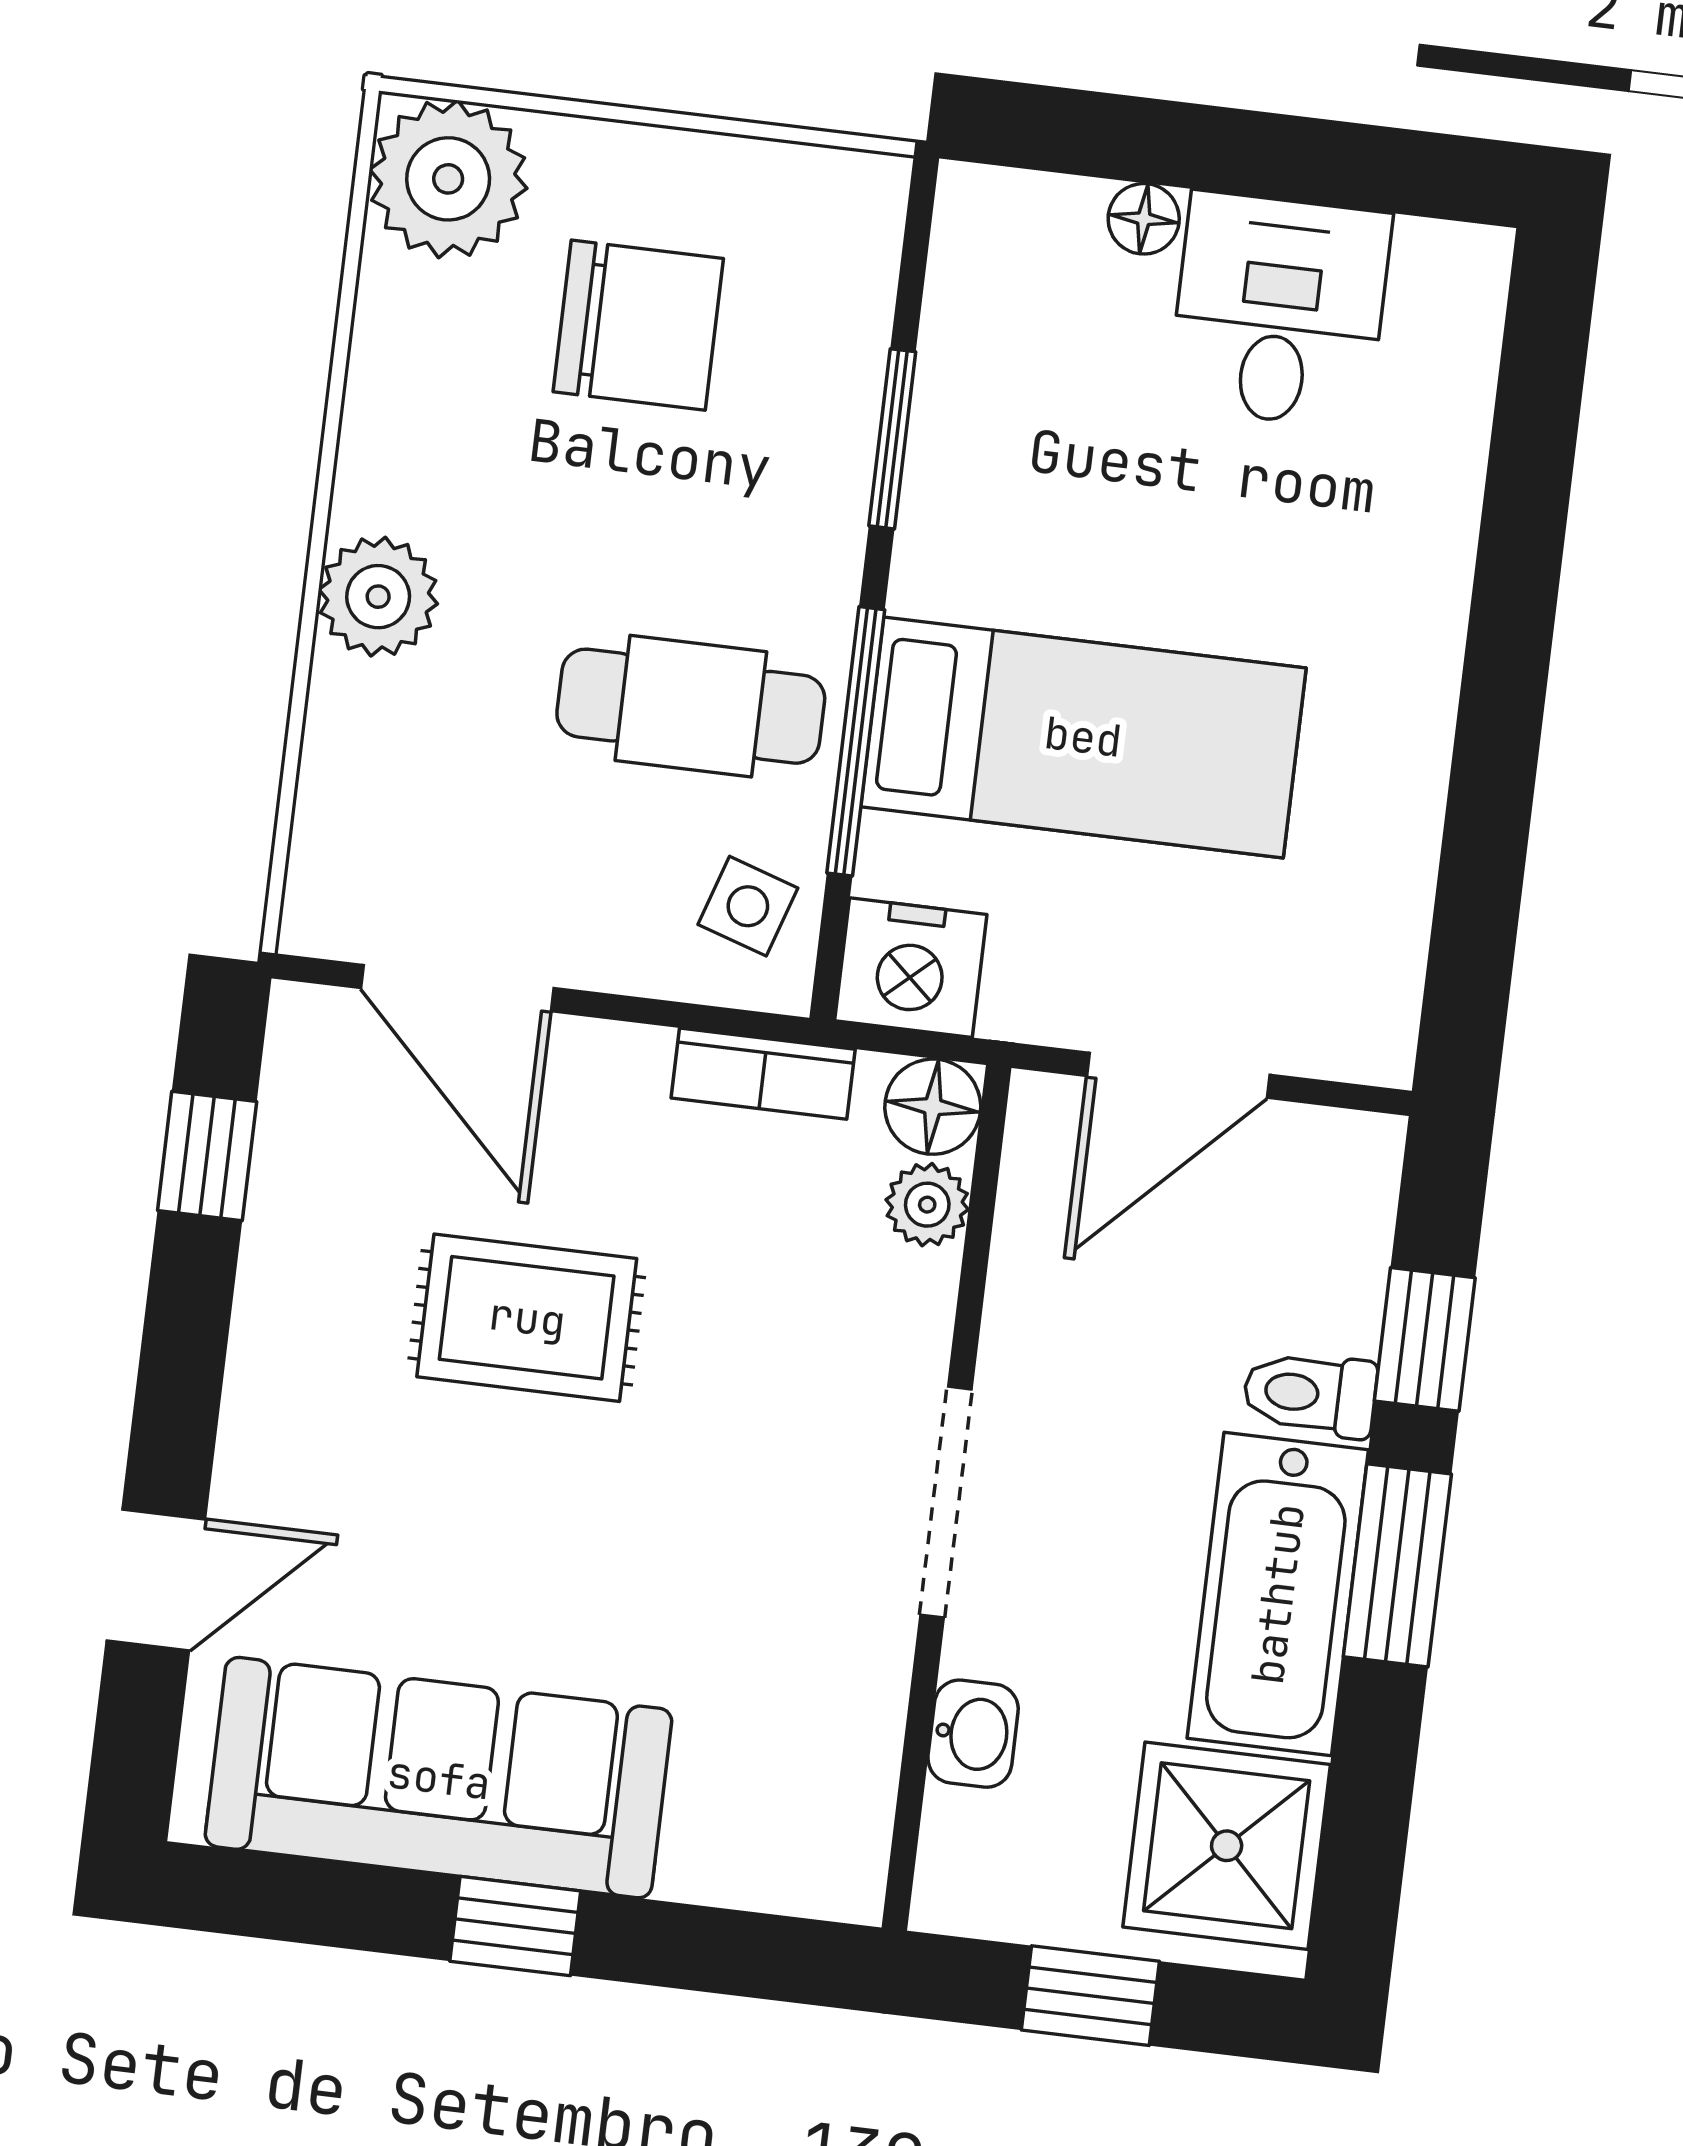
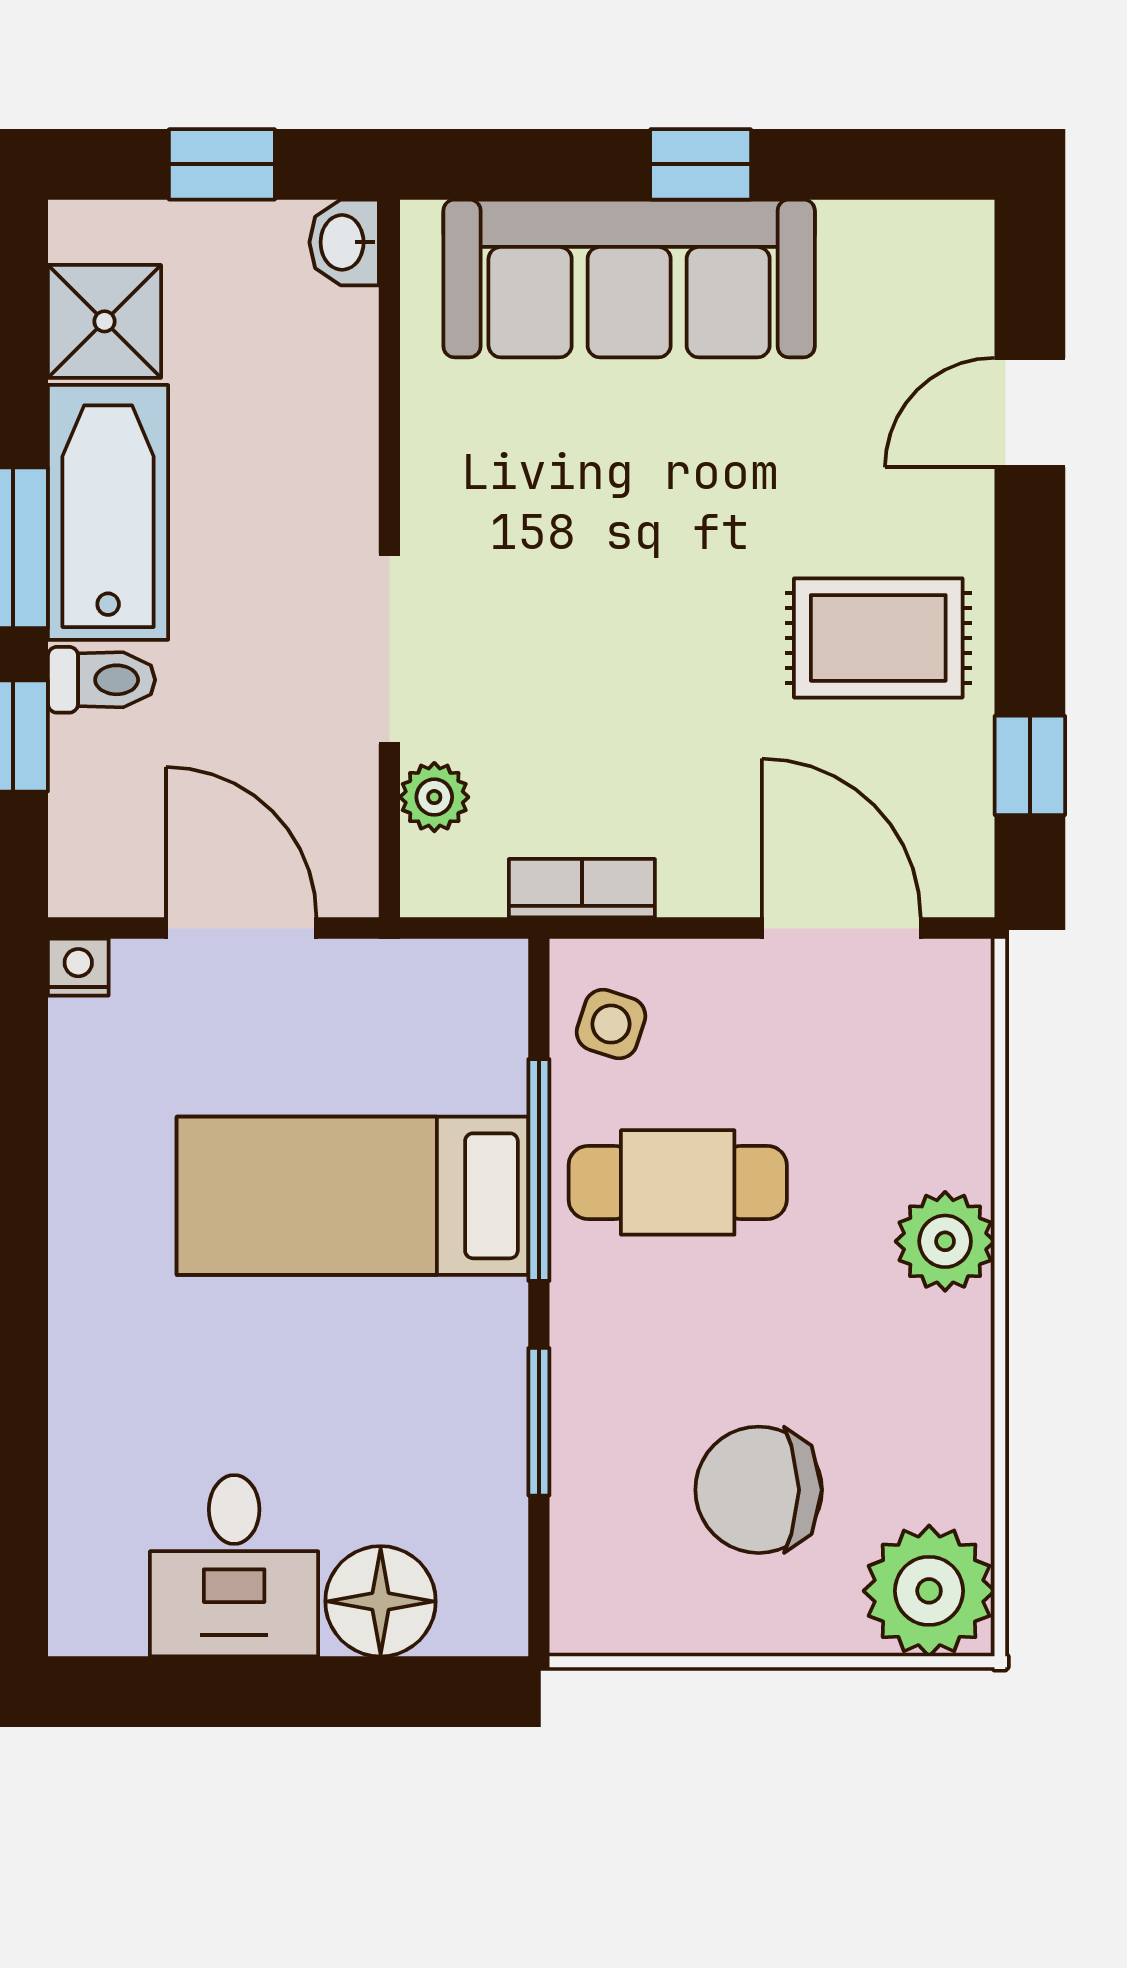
floor lamp: (1144, 219) -> (381, 1601), width x1.89, depth x1.89
nightstand: (911, 968) -> (78, 967), moved, width x0.53, depth x0.56
door: (1178, 1075) -> (241, 928), hinge flipped
floor lamp: (933, 1107) -> (439, 878), removed
rug: (527, 1318) -> (878, 638), moved
doorway: (946, 1502) -> (389, 649), moved
washbasin: (973, 1734) -> (344, 242), moved
sofa: (439, 1778) -> (629, 278), moved
shower: (1227, 1846) -> (104, 321), width x0.73, depth x0.73

